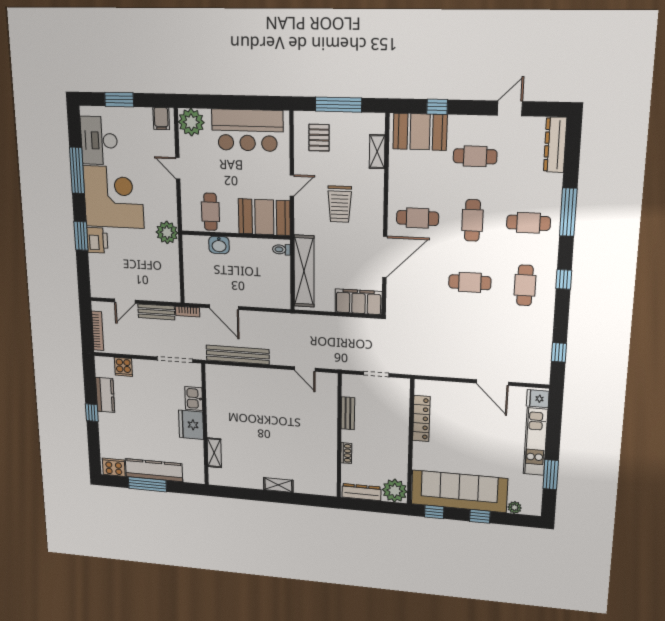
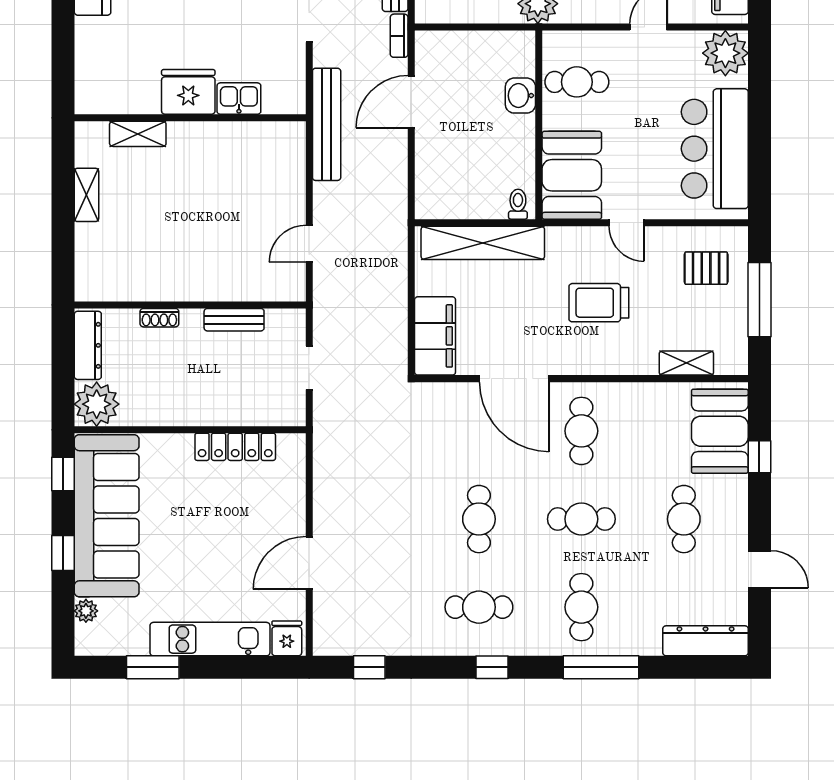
kitchen sink: (194, 398) -> (239, 99), moved
fridge: (191, 425) -> (188, 92), moved
wall: (205, 425) -> (190, 118), moved
shelving: (214, 453) -> (138, 134), moved

